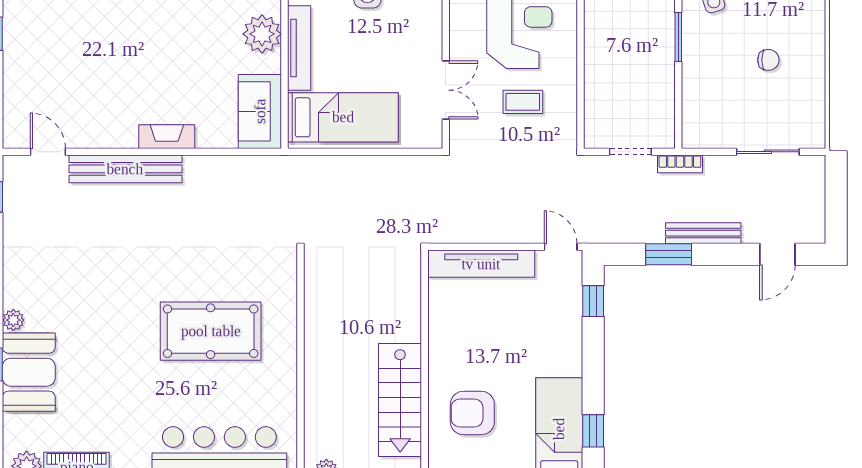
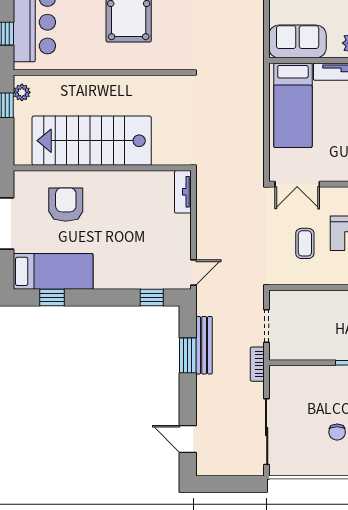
double door: (446, 90) -> (297, 184), moved
sliding door: (768, 152) -> (267, 432), width x1.37
bench: (703, 233) -> (204, 345), moved
tv unit: (481, 264) -> (183, 192), width x0.52, depth x0.78
stairs: (400, 400) -> (92, 141), width x1.36, depth x1.51

